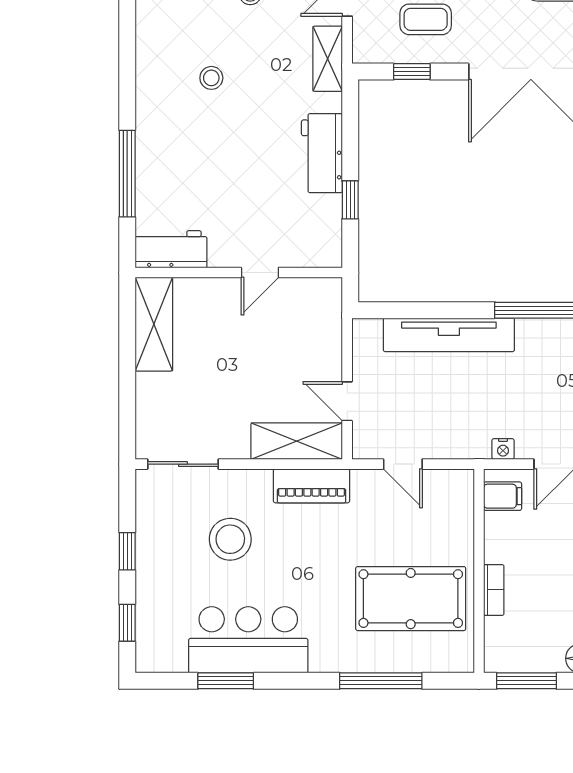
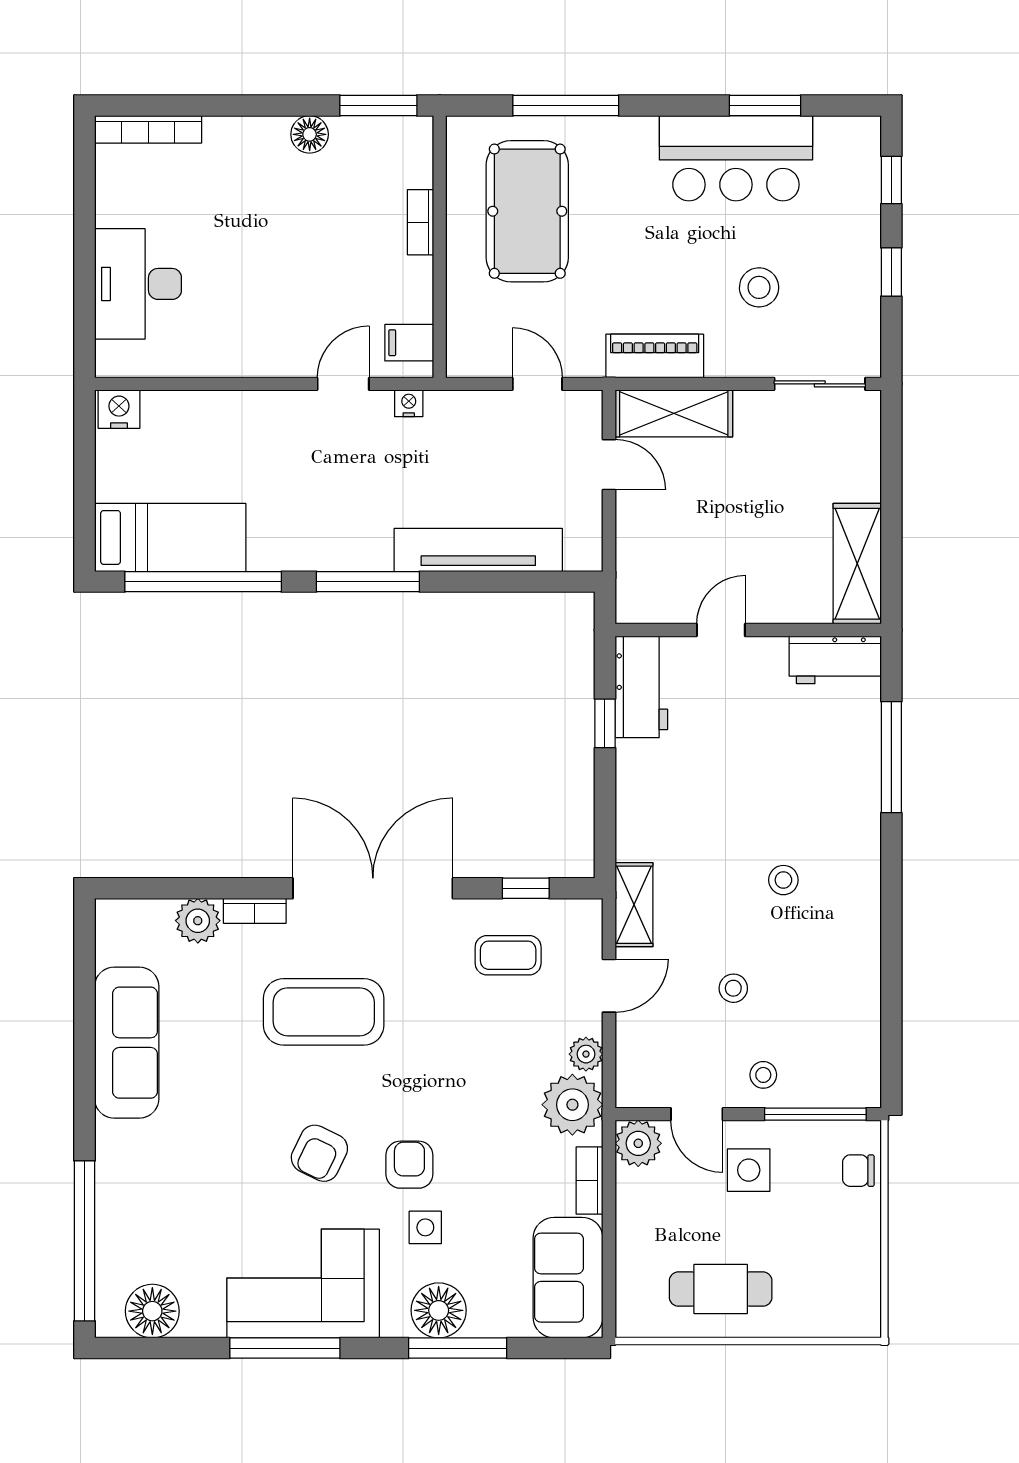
workbench: (322, 153) -> (641, 687), moved
stool: (230, 539) -> (759, 287), width x0.73, depth x0.73
pool table: (411, 599) -> (527, 211), turned 90

